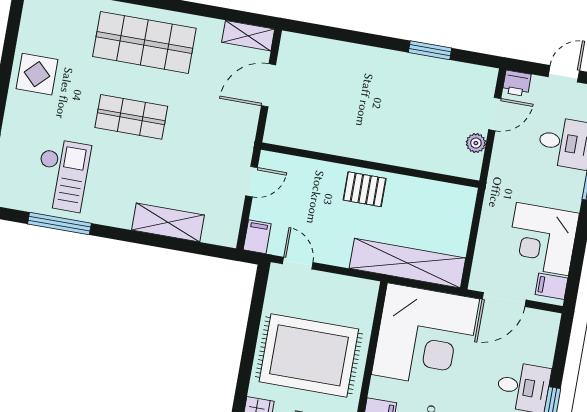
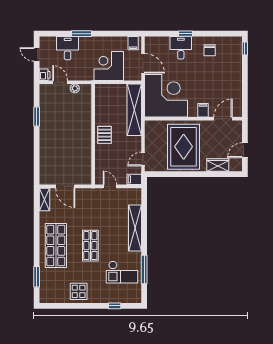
checkout: (62, 175) -> (122, 272), turned 180
shelving: (168, 223) -> (135, 228), width x1.47
corner desk: (542, 239) -> (109, 66), moved, turned 180

